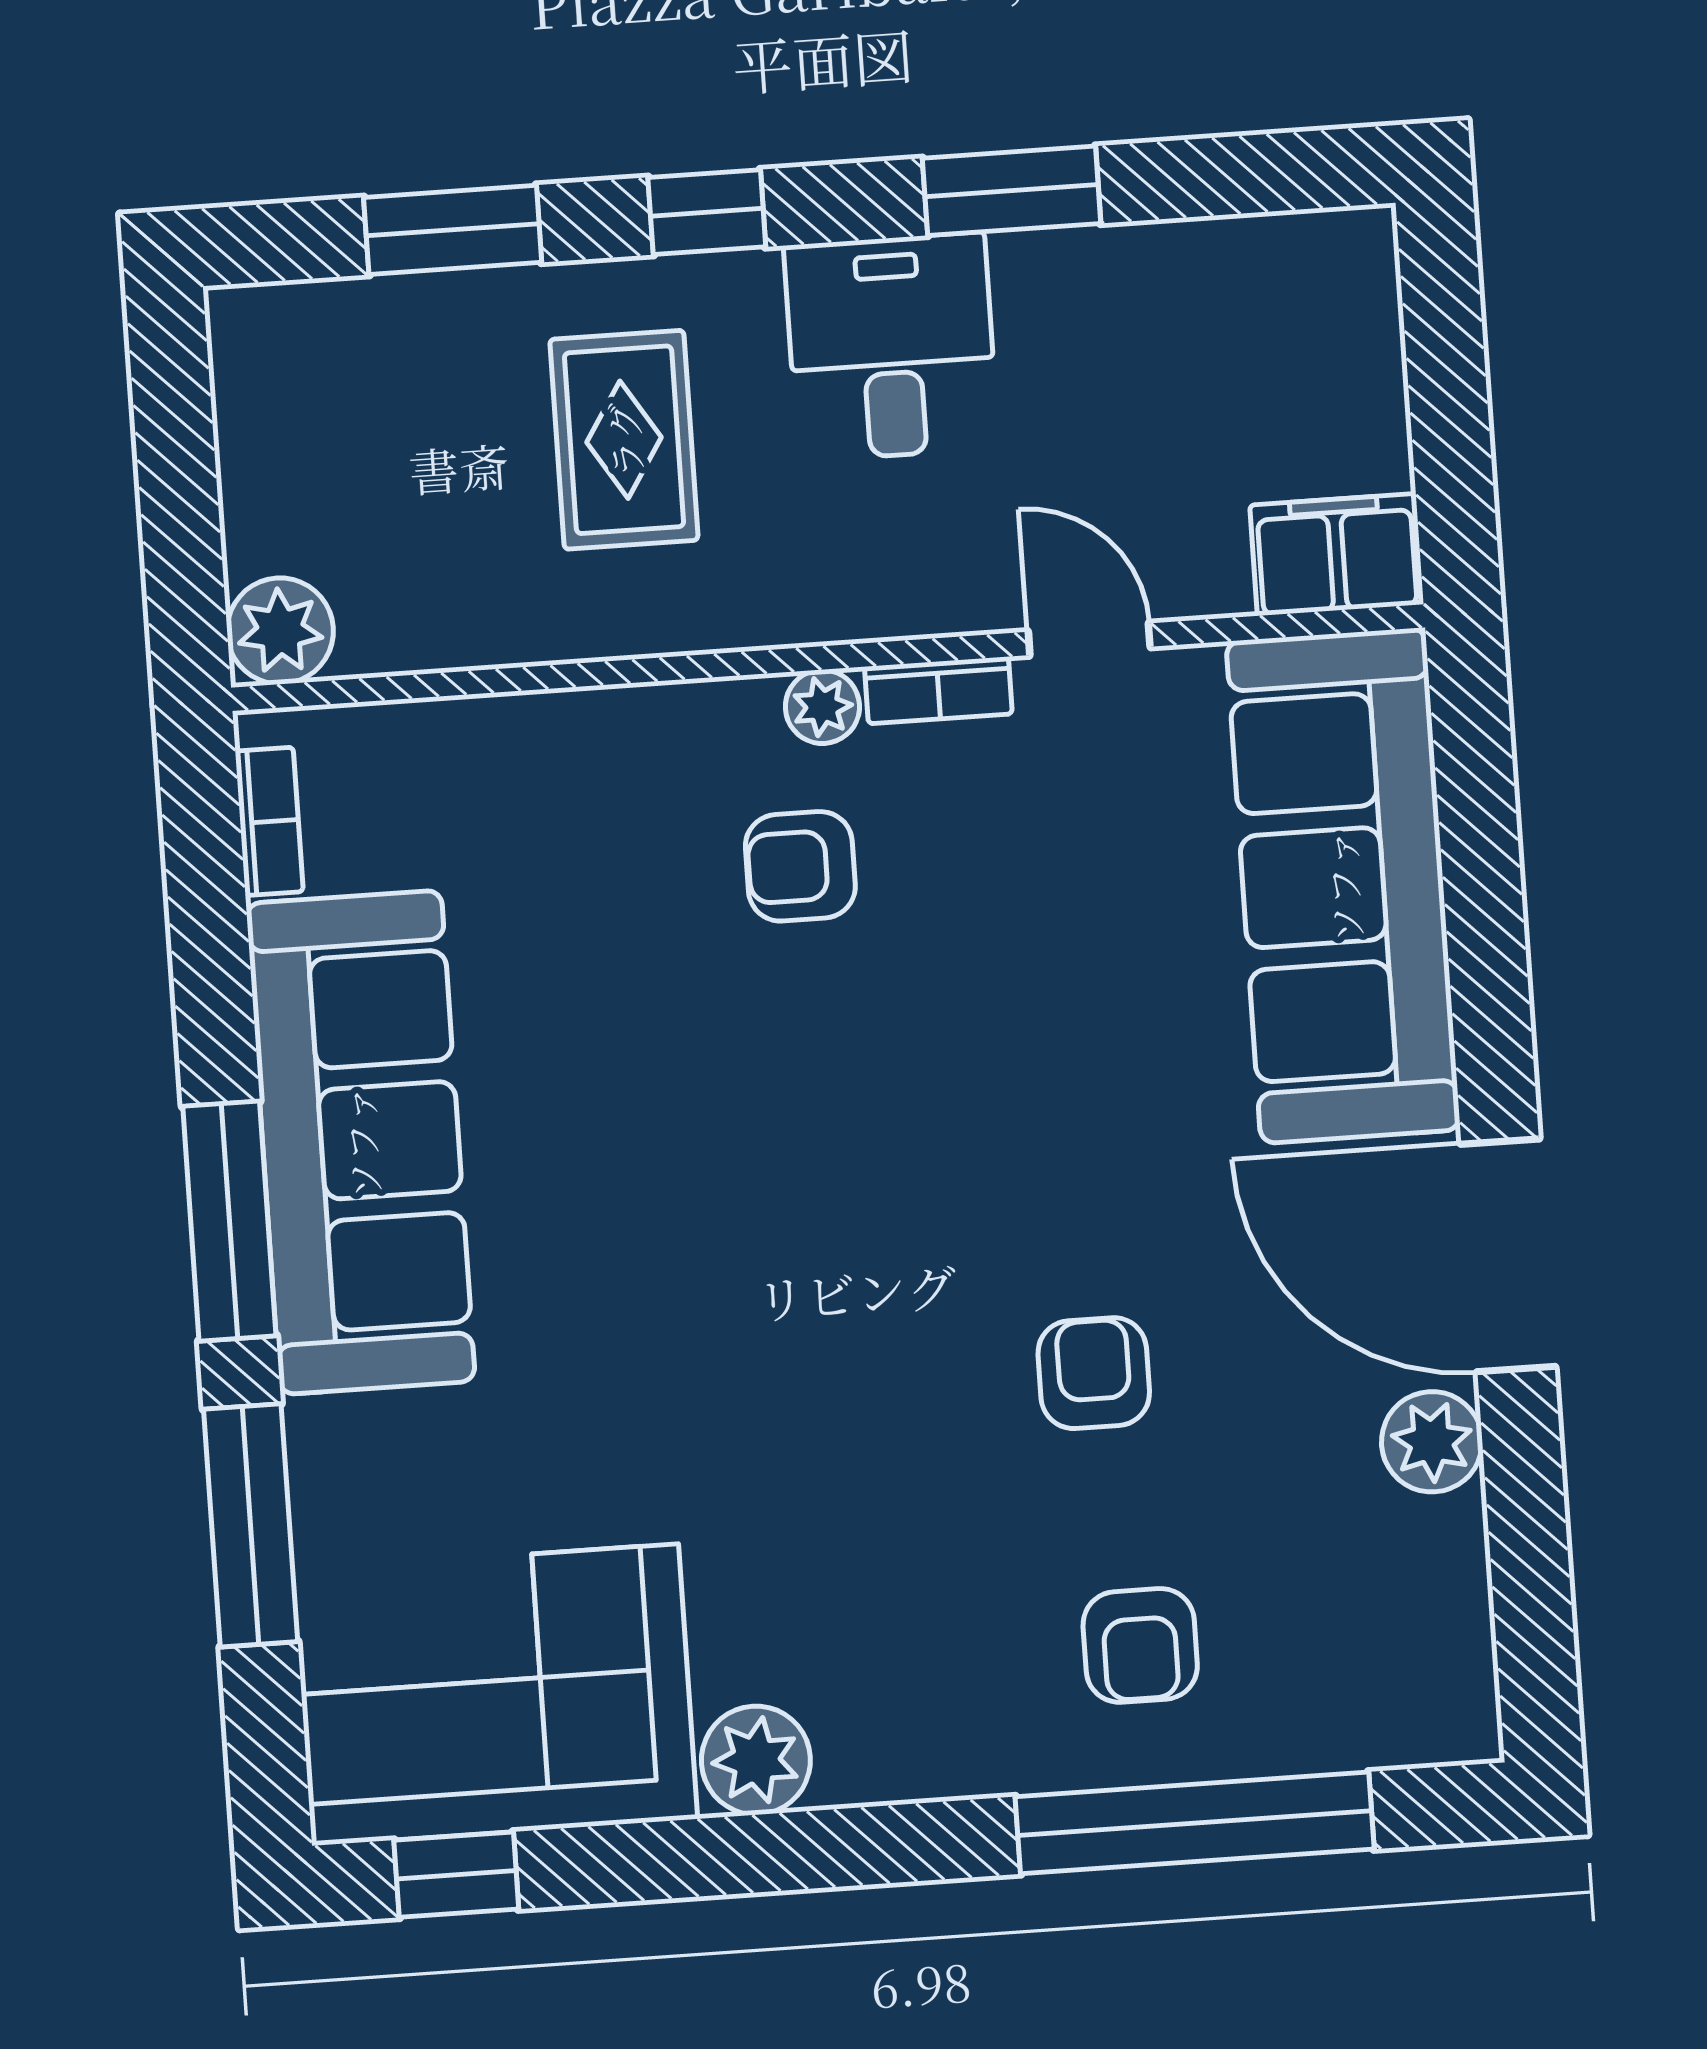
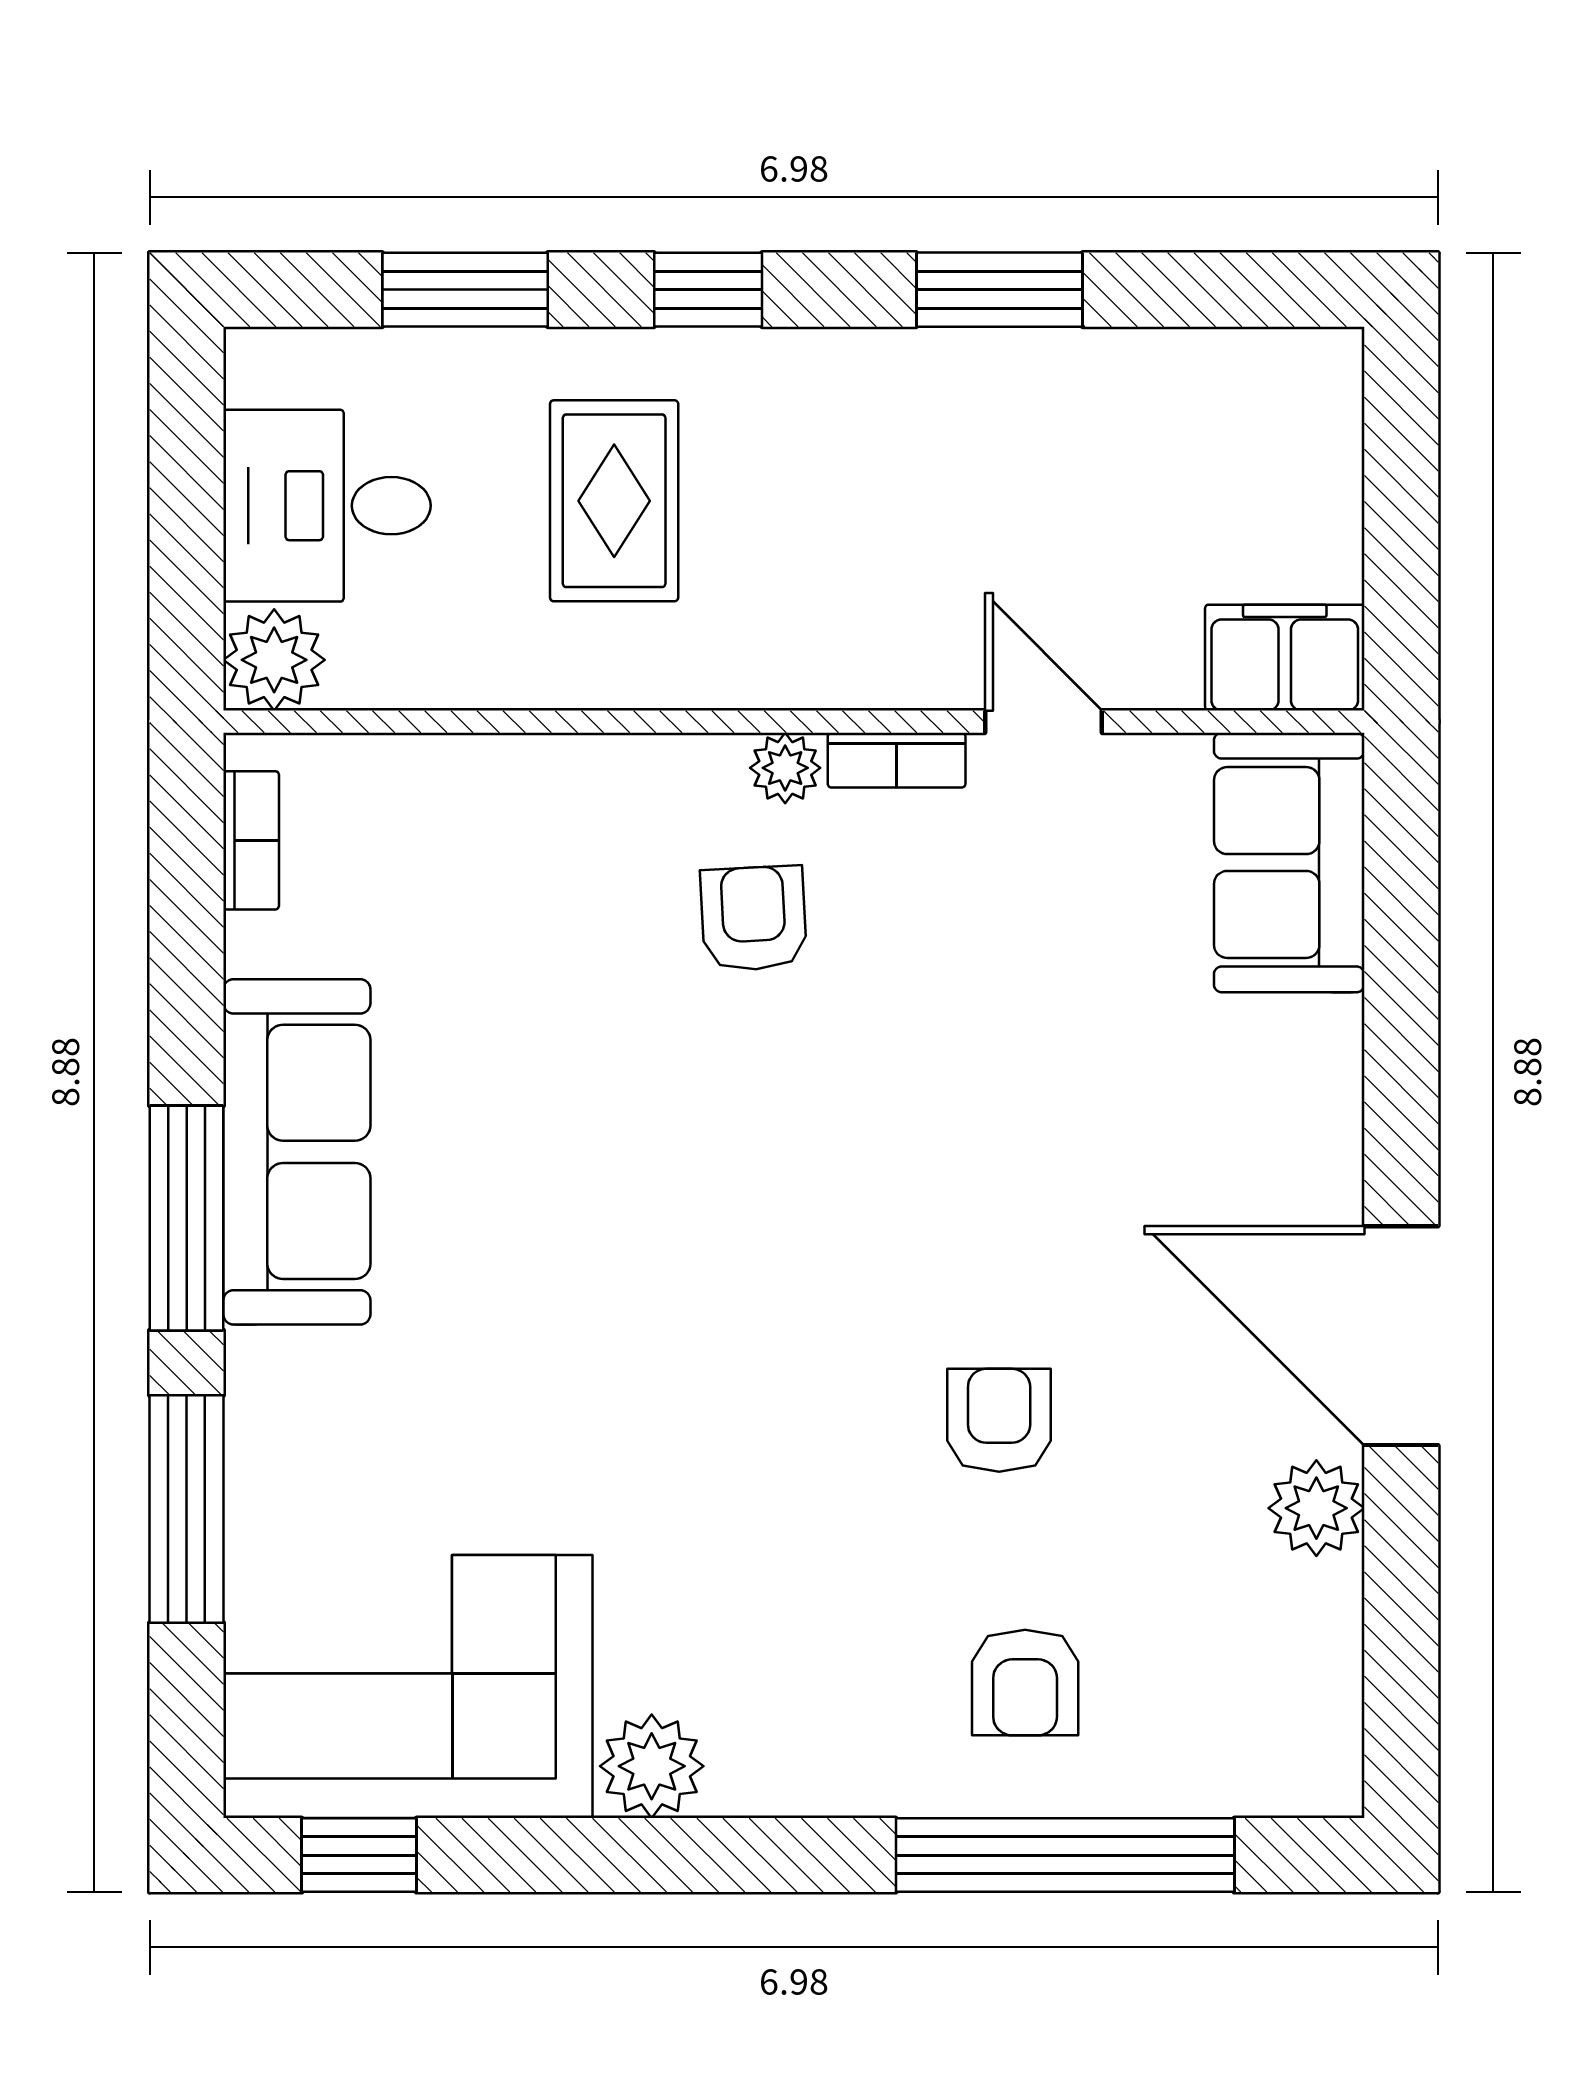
desk: (891, 347) -> (327, 506), moved, turned -90
armchair: (800, 866) -> (754, 918), turned 87
sofa: (1343, 886) -> (1289, 863), width x0.54, depth x0.79
sofa: (361, 1142) -> (297, 1152), width x0.74, depth x0.79

